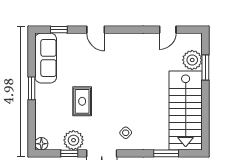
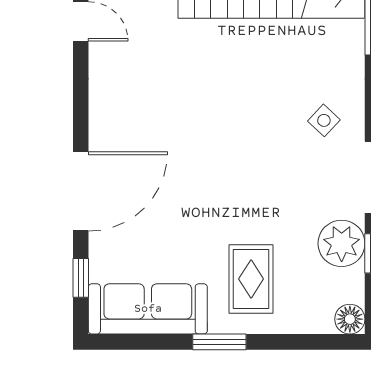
door: (96, 30) -> (81, 191), width x1.88
rug: (82, 101) -> (251, 279), moved, turned 90

